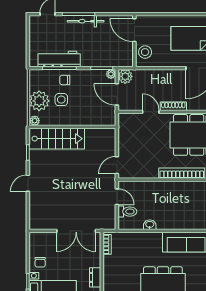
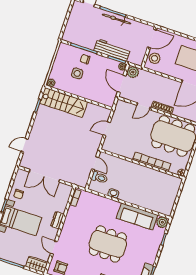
door: (134, 30) -> (152, 39), swing flipped
workbench: (59, 59) -> (112, 50), moved
plant: (39, 101) -> (60, 69), removed
door: (151, 112) -> (143, 106), swing flipped
door: (117, 165) -> (107, 129), moved
door: (28, 183) -> (24, 145), moved
double door: (76, 231) -> (44, 176), moved

